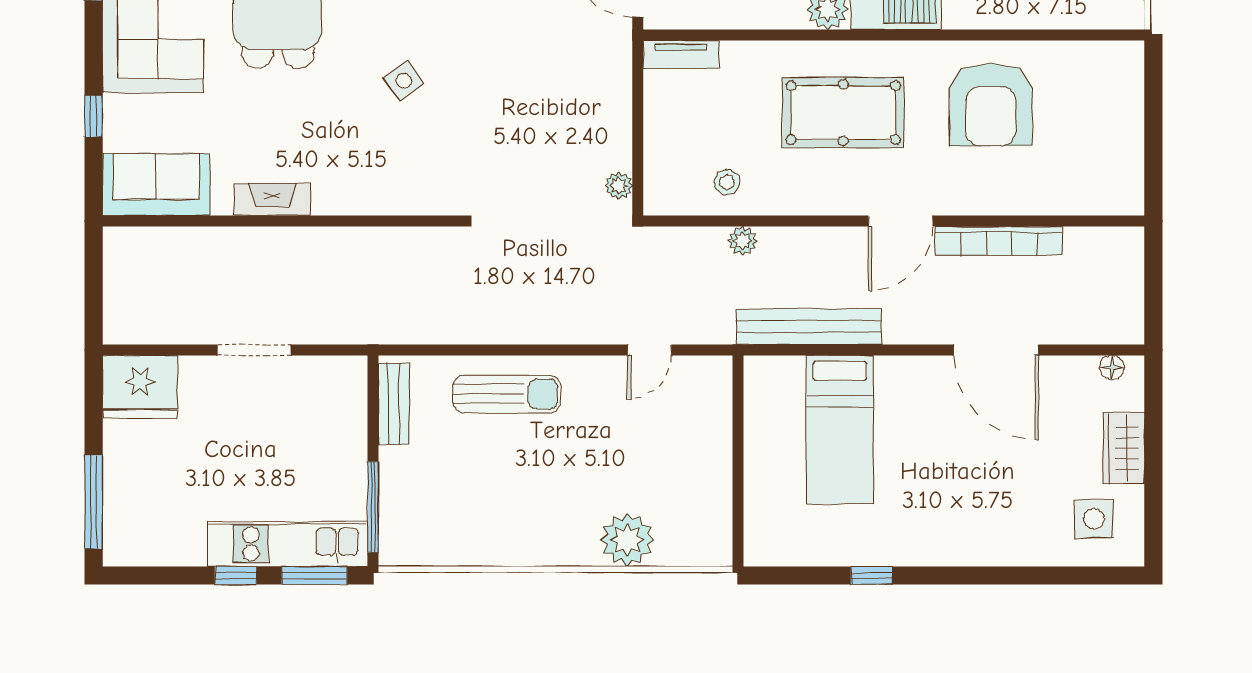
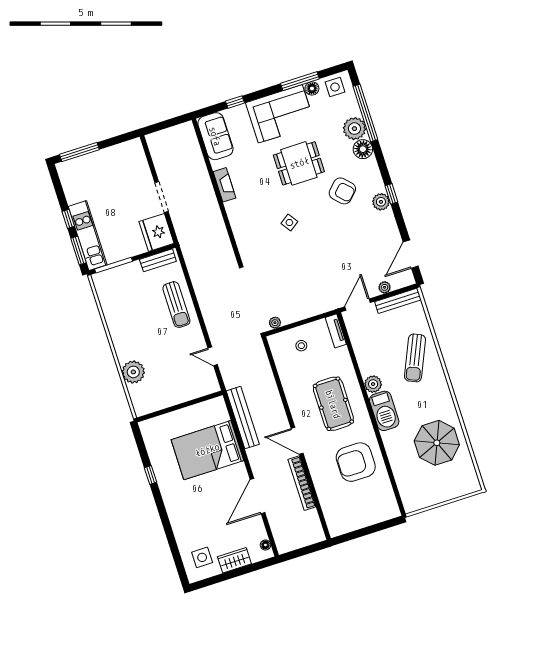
stool: (727, 182) -> (301, 346), moved
plant: (742, 241) -> (269, 380), removed
fridge: (140, 387) -> (156, 232), moved
bed: (840, 430) -> (207, 450), width x1.50

